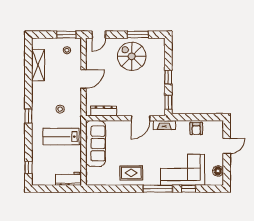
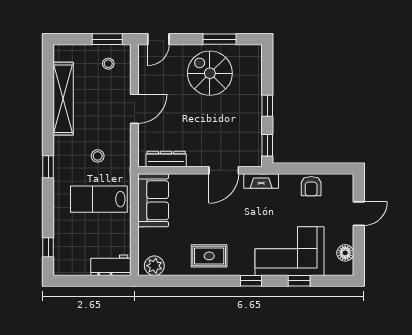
shelving: (38, 65) -> (63, 99), width x1.47
sofa: (95, 143) -> (153, 200), width x0.73
plant: (96, 179) -> (154, 266), added
window: (158, 189) -> (251, 281), width x0.46

